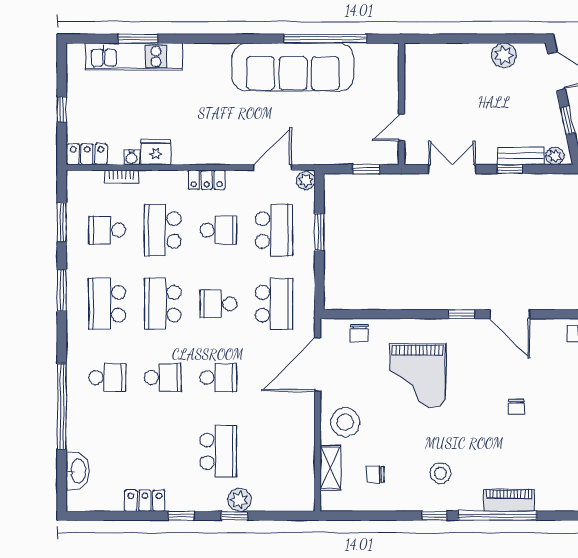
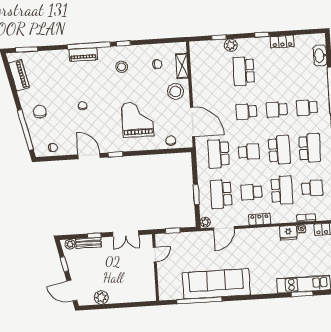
door: (318, 365) -> (193, 122), hinge flipped
window: (235, 516) -> (219, 37), moved

